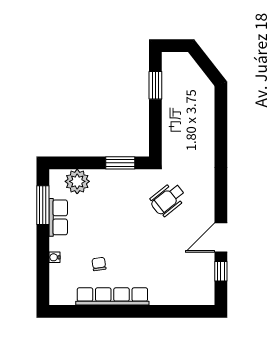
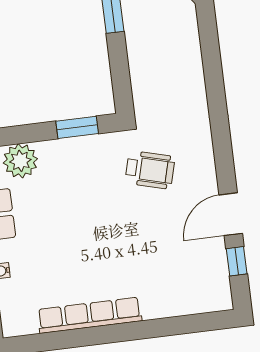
wheelchair: (168, 199) -> (150, 170), turned -126
chair: (99, 264) -> (65, 272), removed

